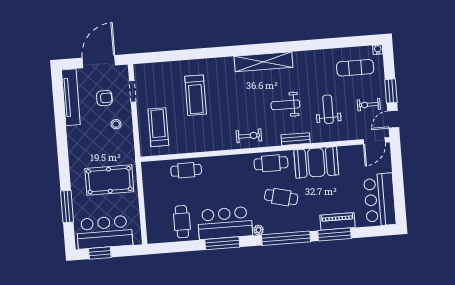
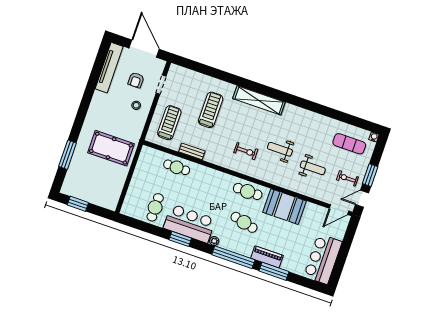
door: (99, 62) -> (144, 49), hinge flipped
shelving: (264, 62) -> (259, 100), moved
treadmill: (196, 95) -> (211, 110), turned 180
armchair: (104, 98) -> (136, 80), turned 90
weight bench: (328, 109) -> (313, 168), turned 90
exercise bike: (249, 136) -> (246, 151), moved
bench: (296, 139) -> (192, 151), moved
piano: (338, 221) -> (267, 257), moved
bar counter: (104, 232) -> (89, 189), removed
window: (222, 243) -> (180, 239), width x0.69

